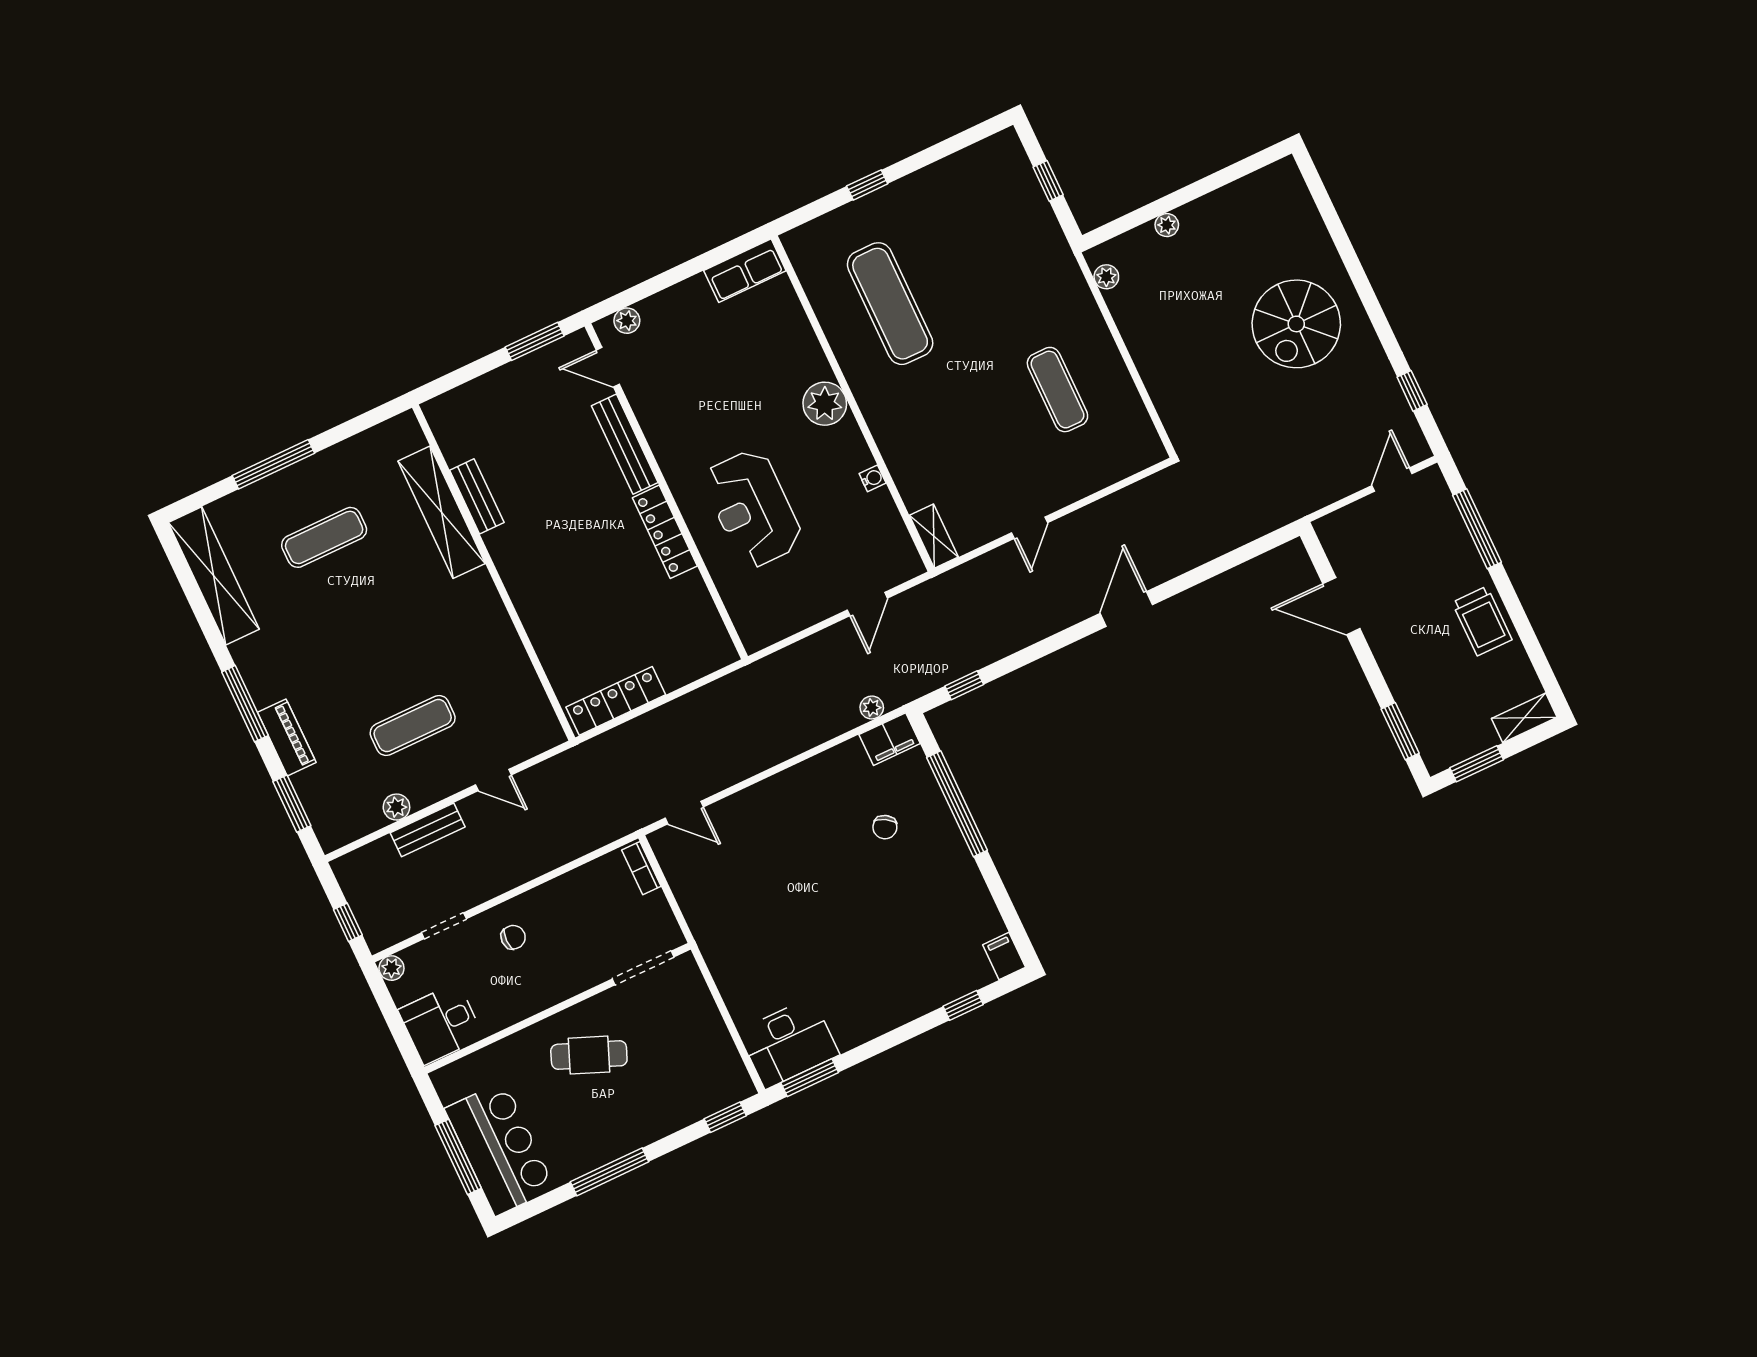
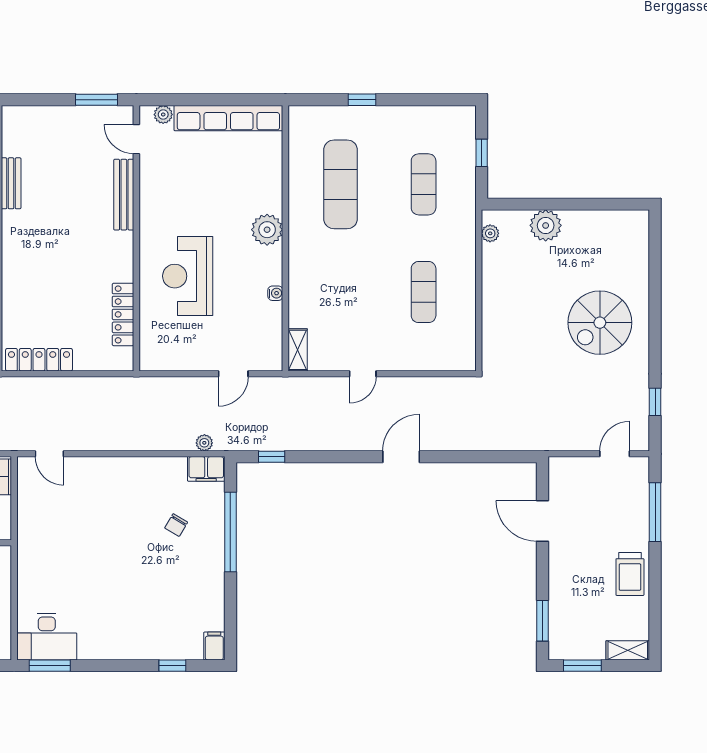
plant: (1167, 225) -> (546, 225), width x1.88, depth x1.88
exercise mat: (994, 255) -> (424, 184), added
row of seats: (745, 271) -> (228, 118), width x2.02
locker: (665, 532) -> (123, 314), moved

